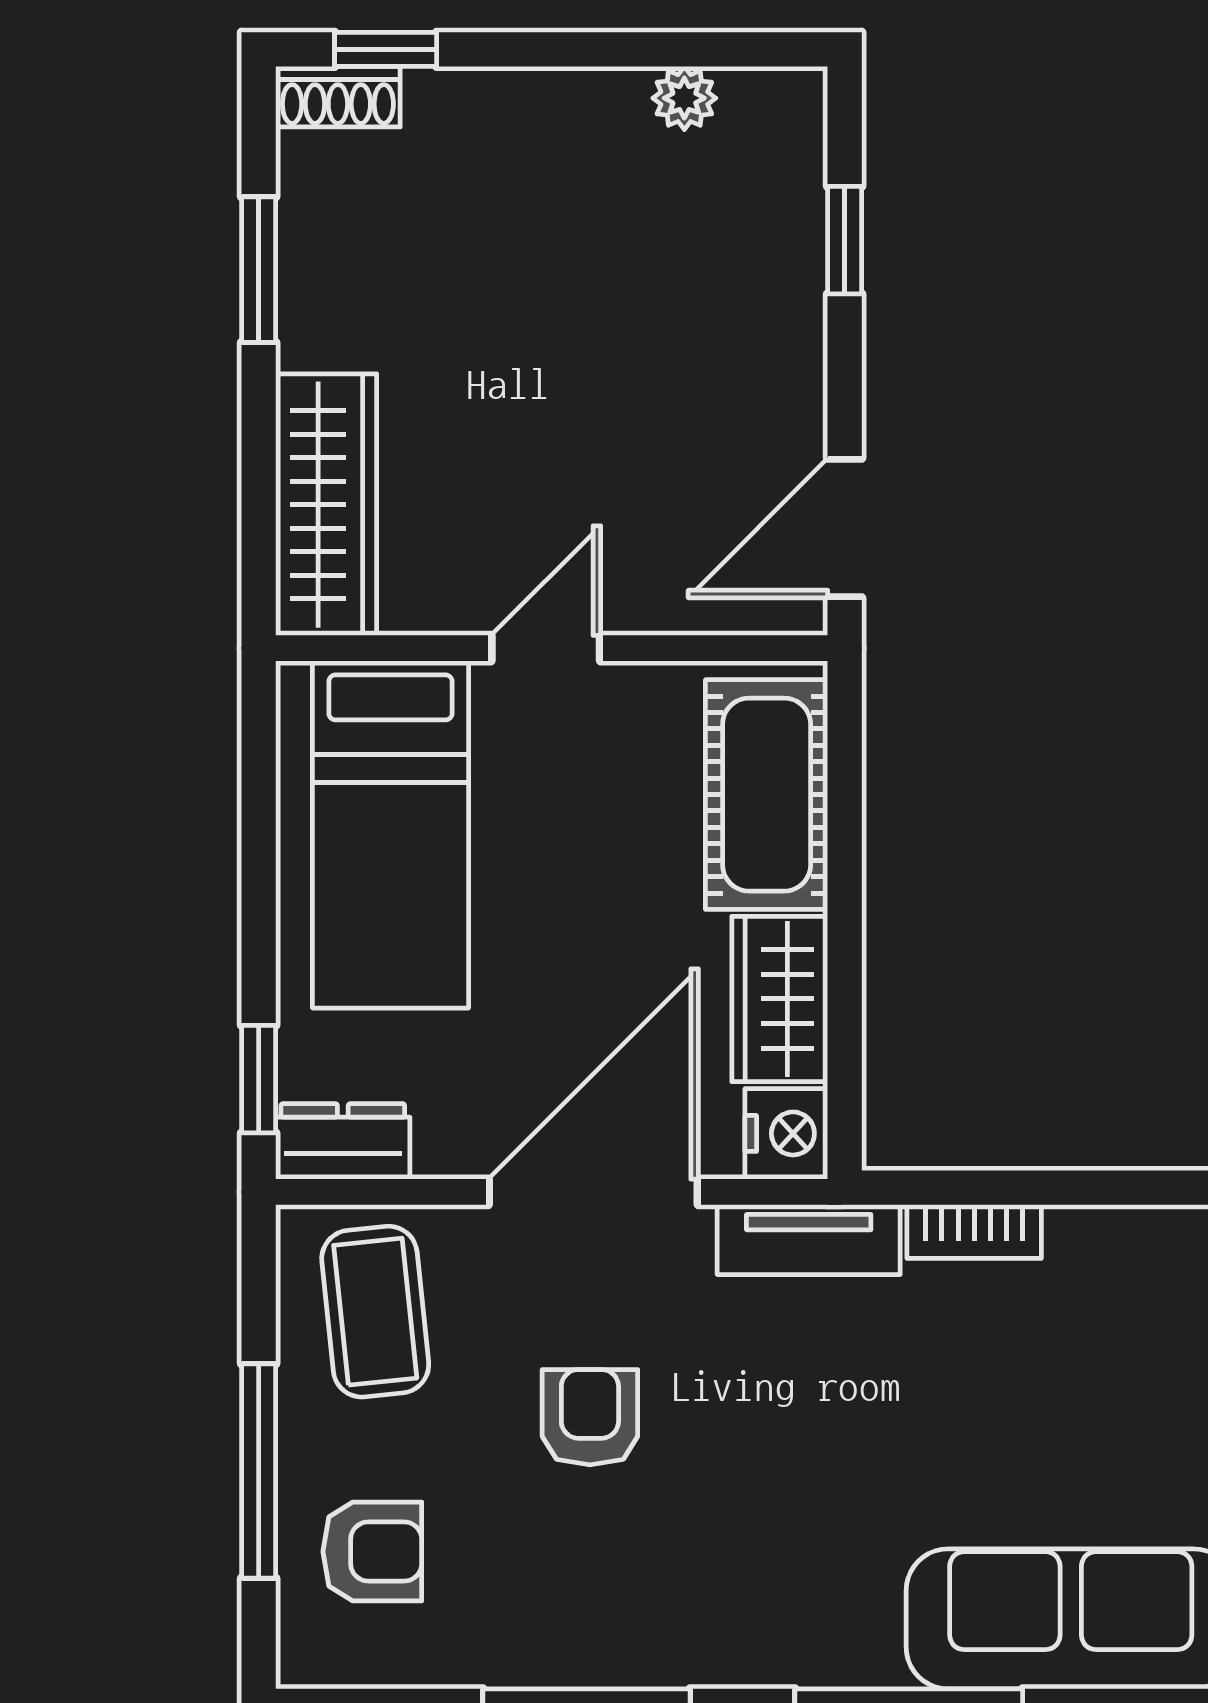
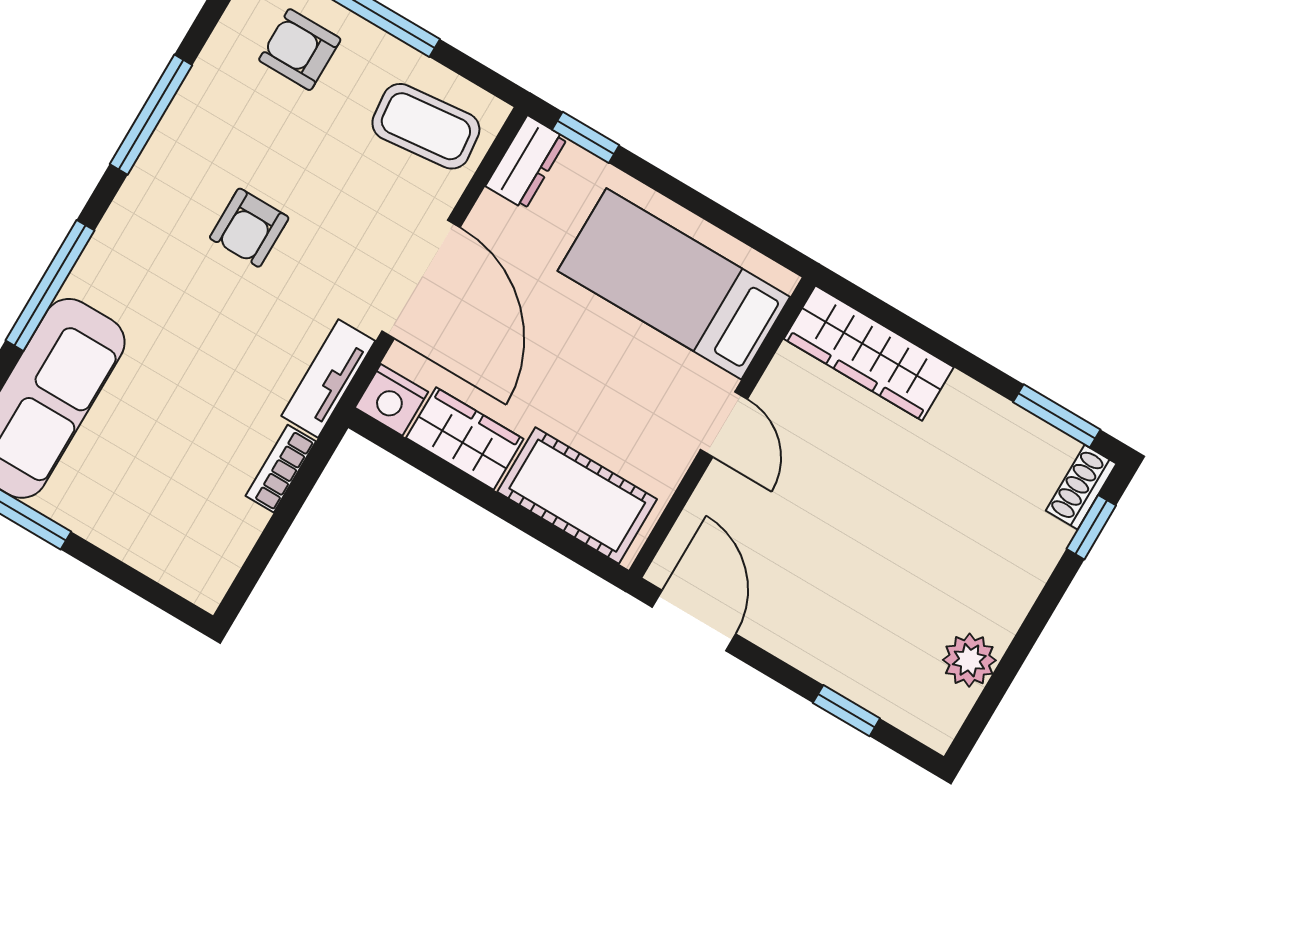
plant: (684, 98) -> (969, 660), width x1.38, depth x1.38
window: (259, 270) -> (1057, 416), moved
armchair: (590, 1417) -> (249, 228), moved, turned 90
armchair: (372, 1551) -> (300, 50), turned 90

